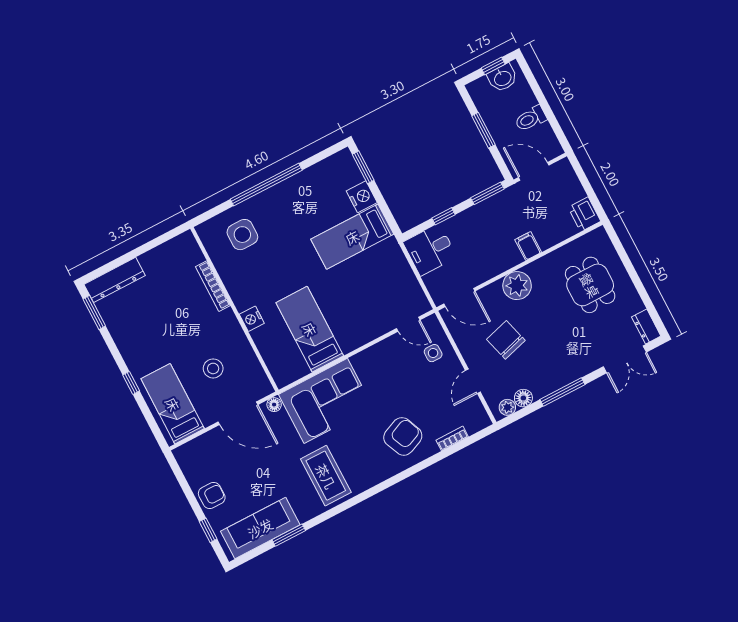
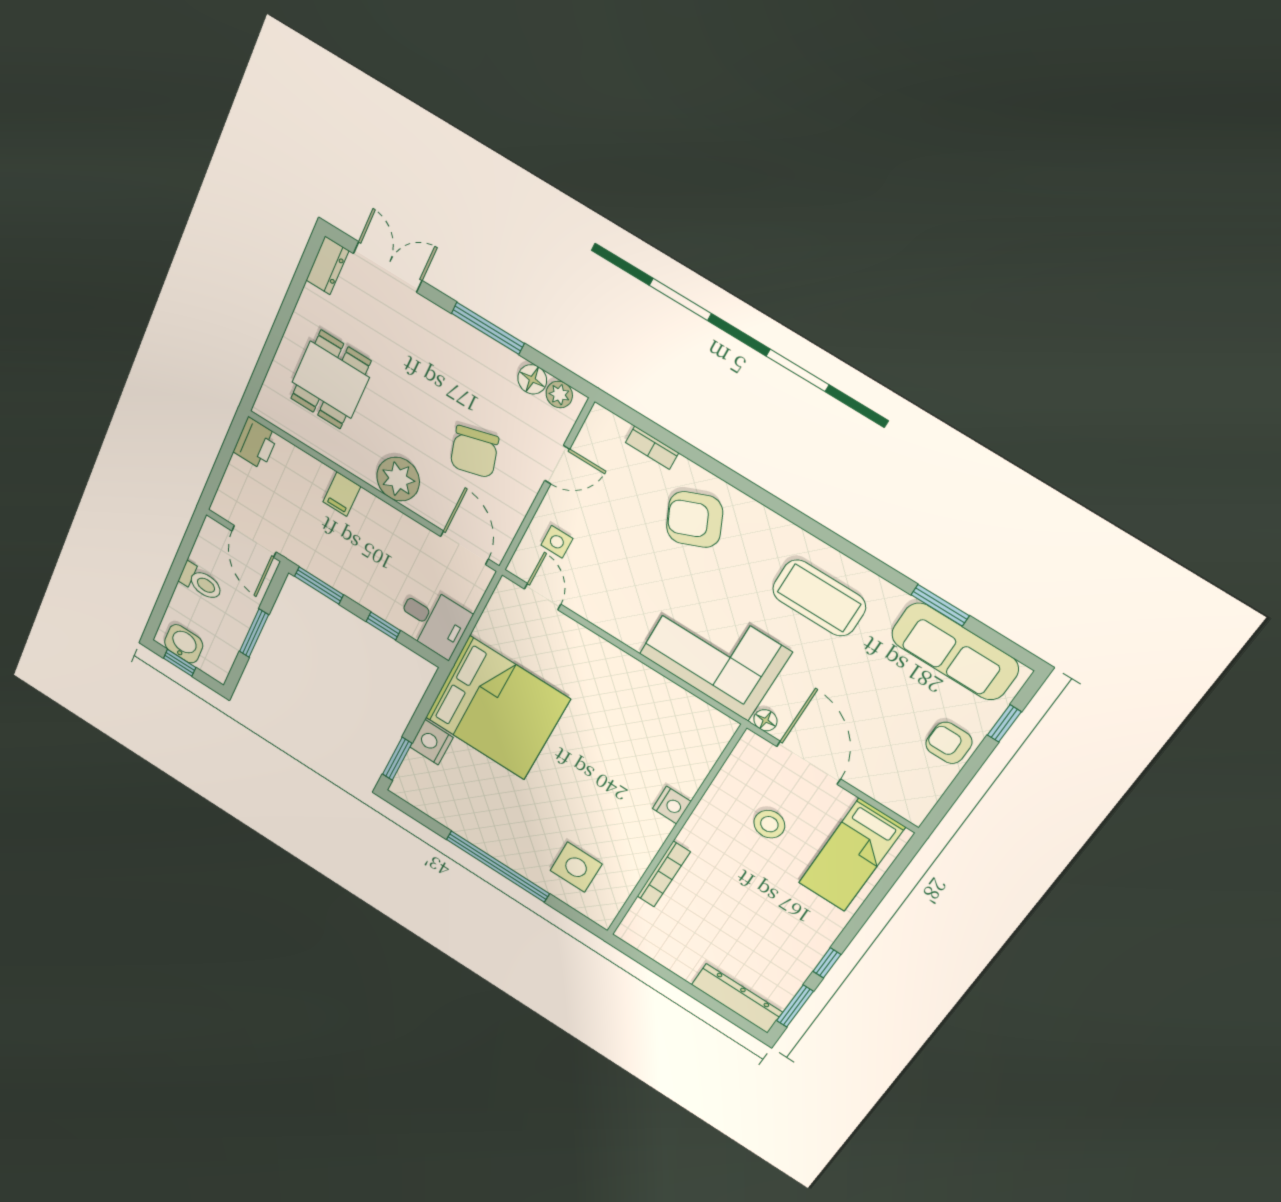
bed: (352, 237) -> (497, 708), width x2.04
bed: (310, 329) -> (635, 724), removed
window: (131, 383) -> (827, 963), moved
coffee table: (326, 476) -> (819, 598), turned 90

